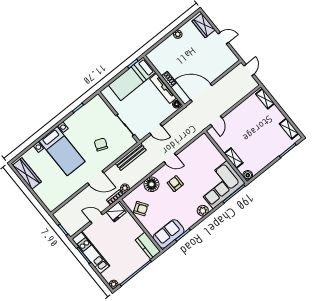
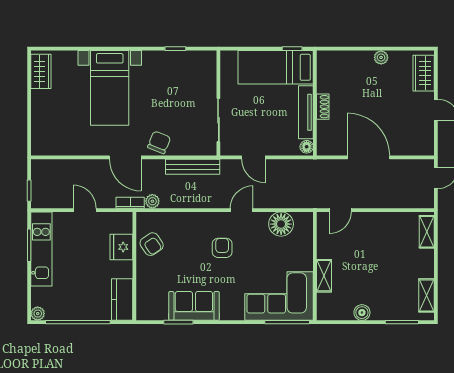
door: (201, 93) -> (369, 157), moved
chair: (101, 145) -> (159, 142), moved
door: (170, 159) -> (242, 210), swing flipped
wardrobe: (27, 174) -> (41, 71), width x0.67
boiler: (248, 175) -> (362, 313), moved
floor lamp: (151, 184) -> (281, 224), moved
plant: (203, 211) -> (230, 311), removed
fridge: (116, 212) -> (121, 247), moved, turned 90
sofa: (169, 234) -> (194, 306), moved

